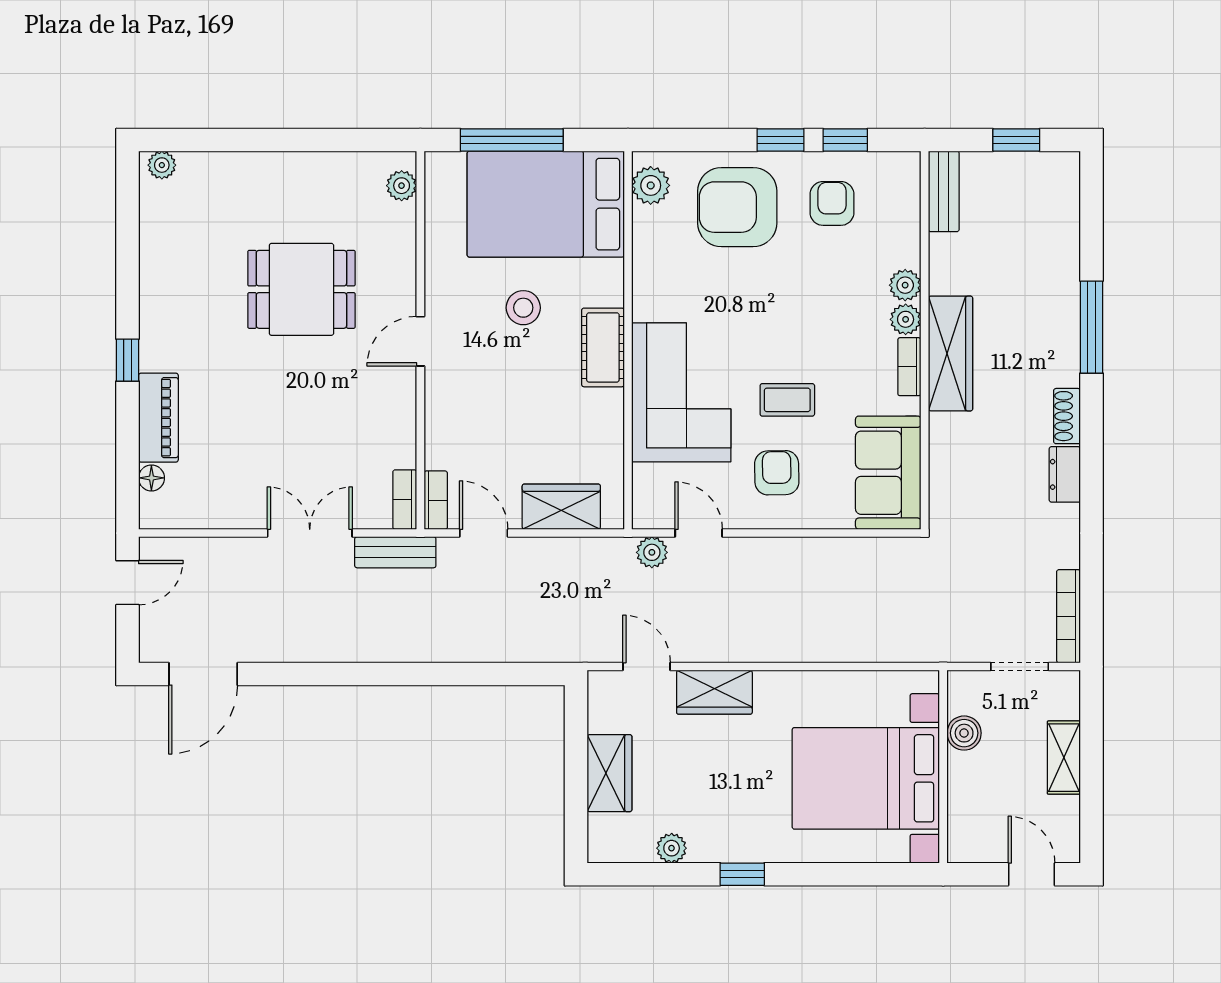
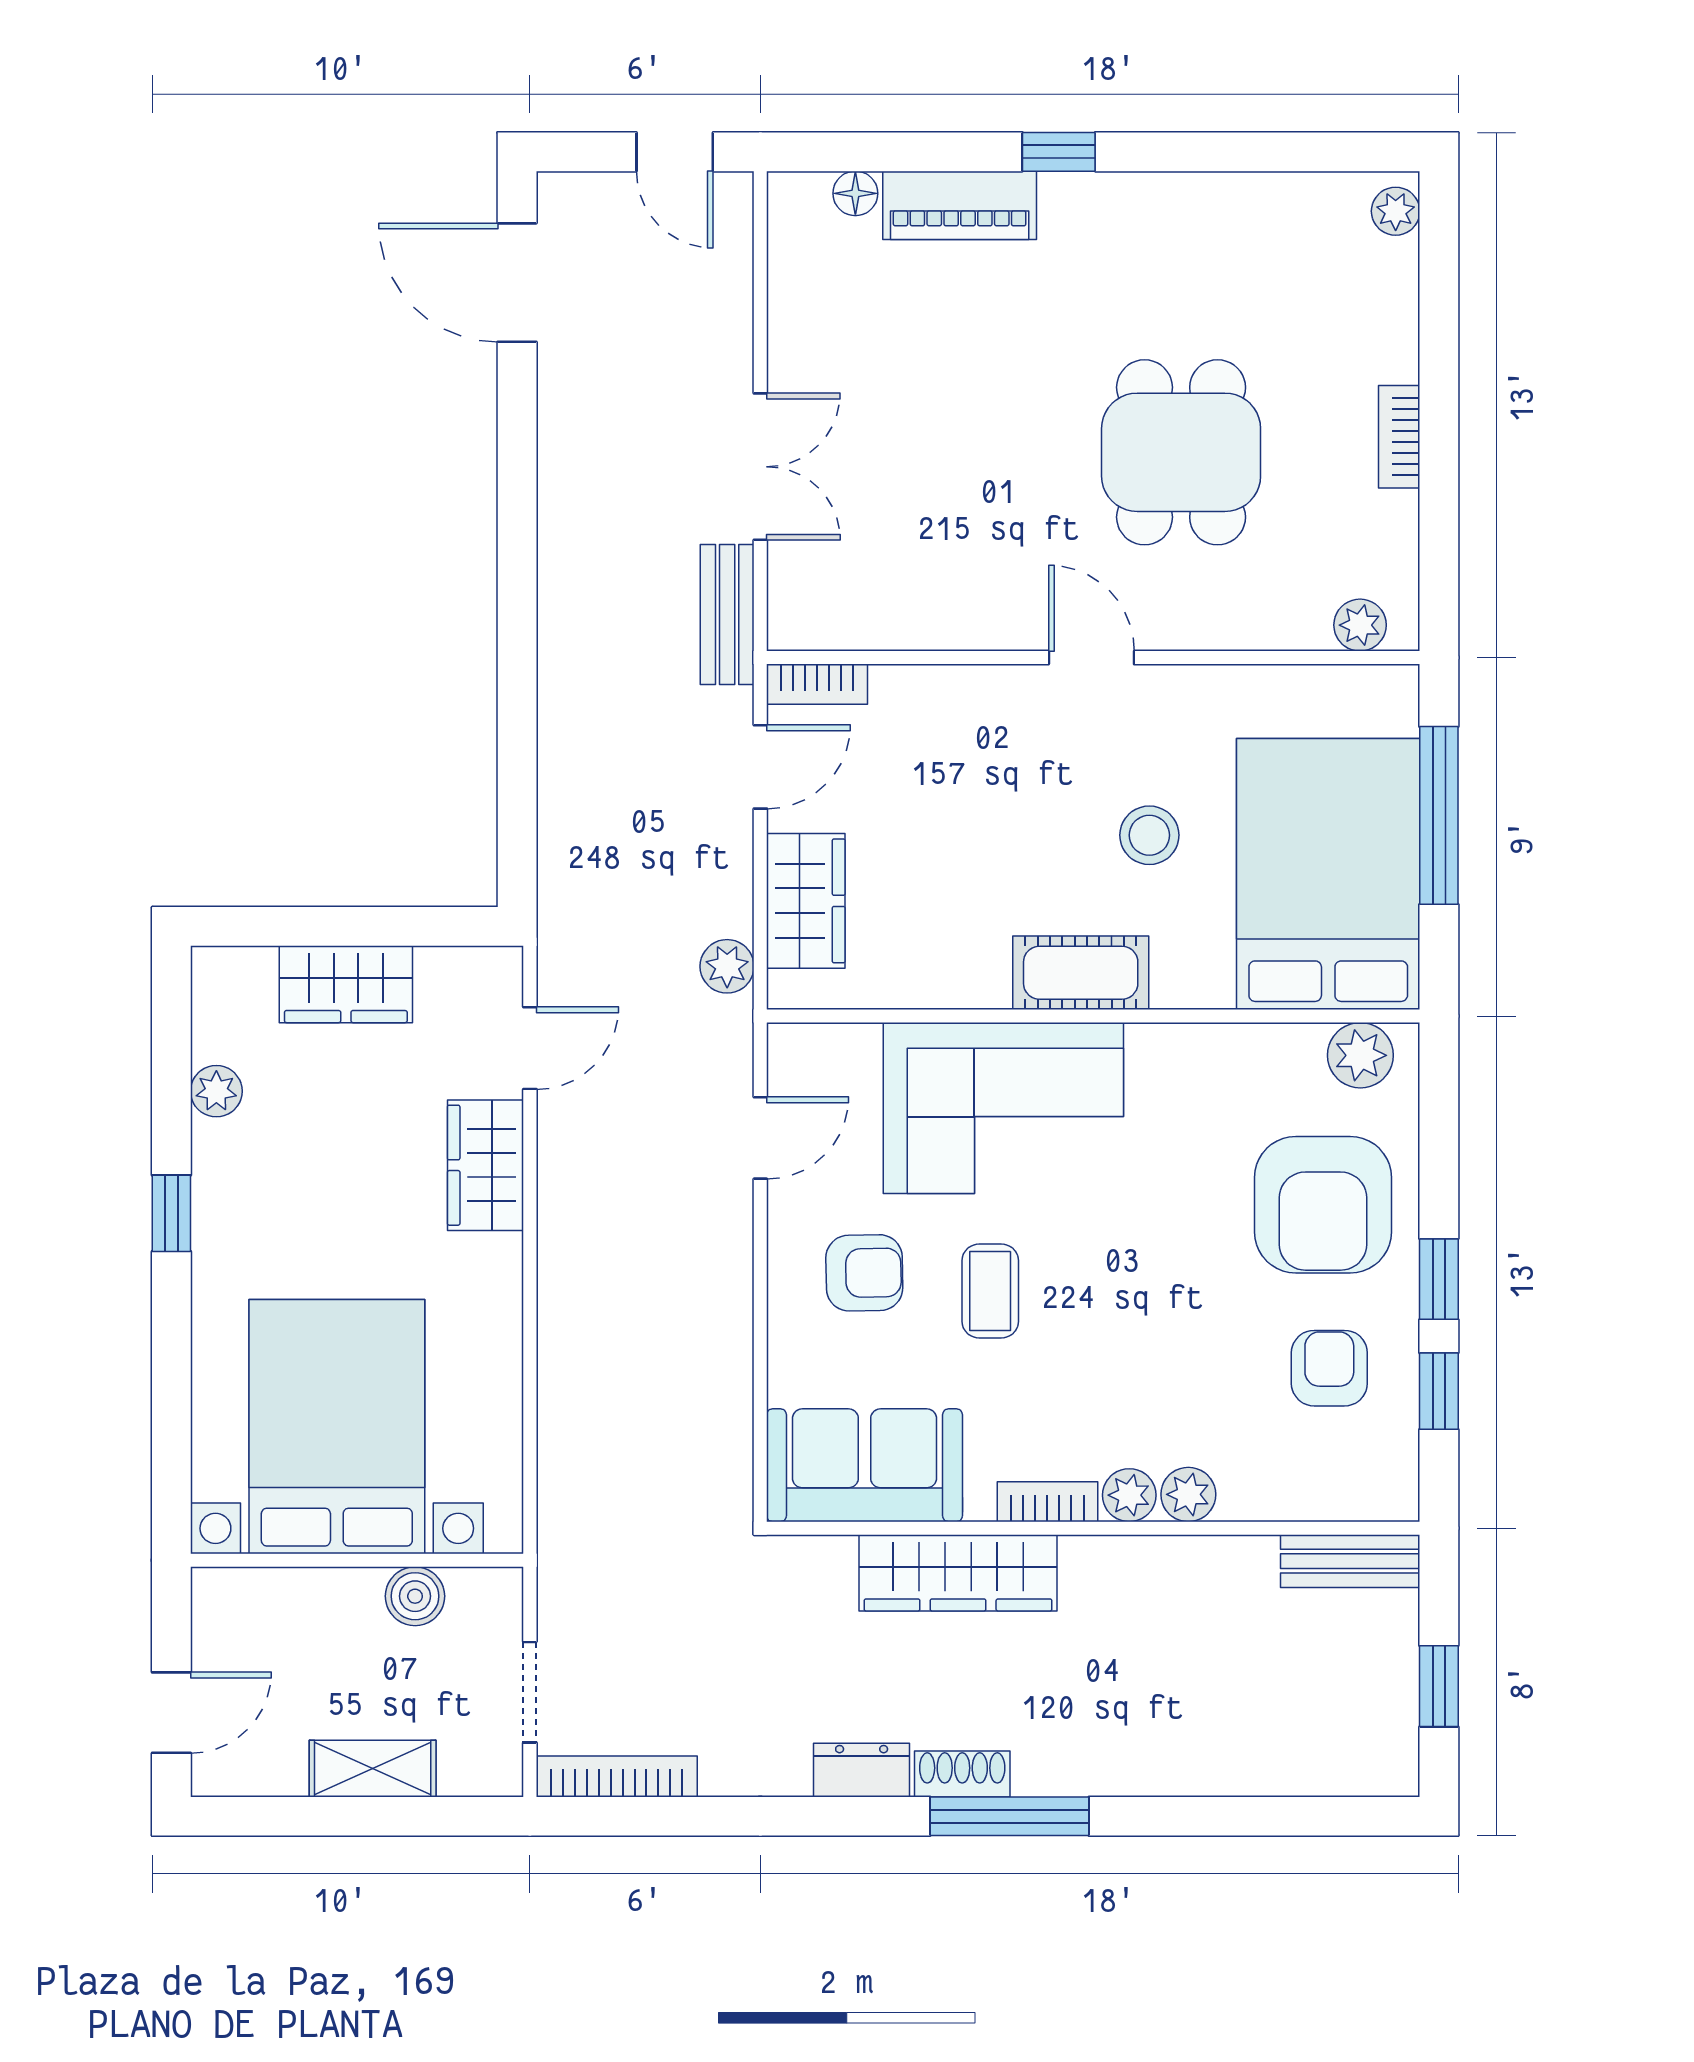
armchair: (832, 203) -> (1329, 1368), turned -90
armchair: (737, 207) -> (1323, 1205), turned 180
window: (1092, 327) -> (1010, 1816), moved
wardrobe: (951, 354) -> (958, 1573), moved
bookcase: (405, 500) -> (1399, 437), moved, turned -90
plant: (652, 552) -> (727, 966), moved

